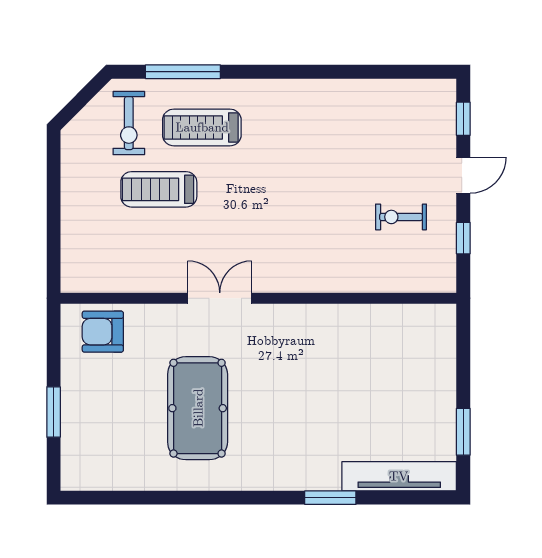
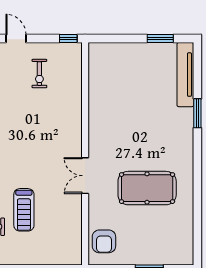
window: (463, 238) -> (68, 39), moved

